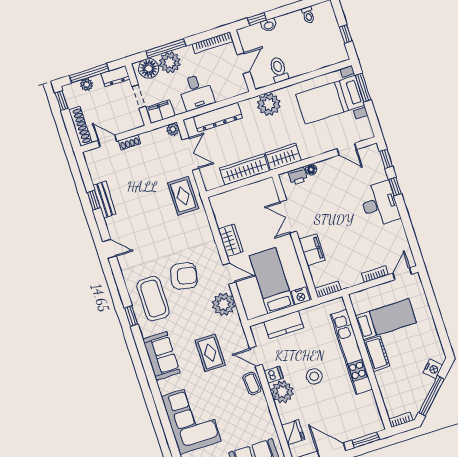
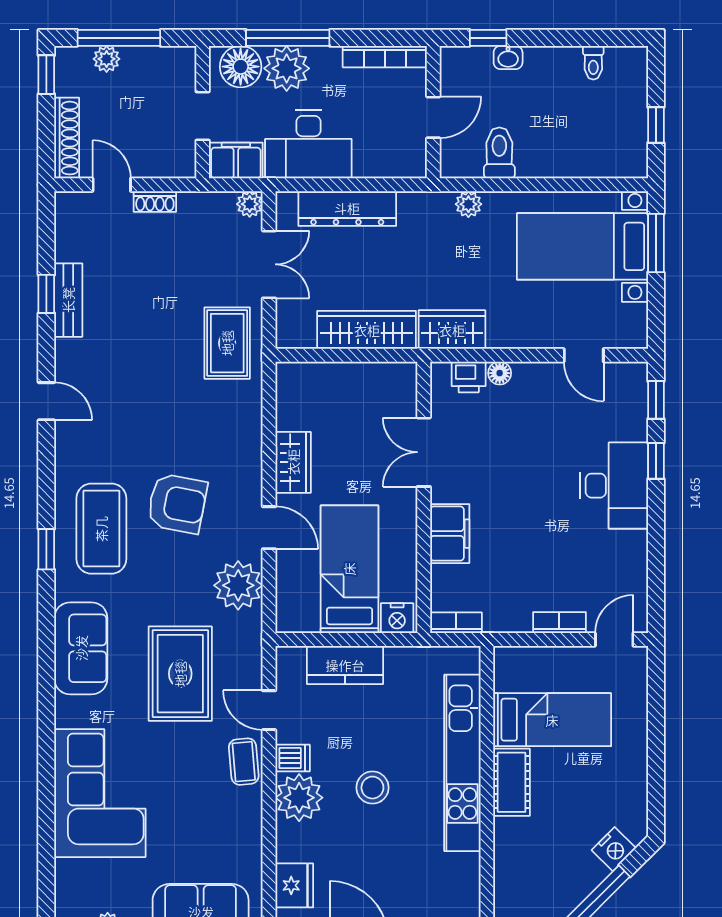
dresser: (115, 76) -> (169, 61), removed
desk: (196, 92) -> (308, 144), width x1.37
plant: (269, 104) -> (468, 204), width x0.53, depth x0.53
rug: (210, 353) -> (180, 674), width x1.36, depth x1.43

